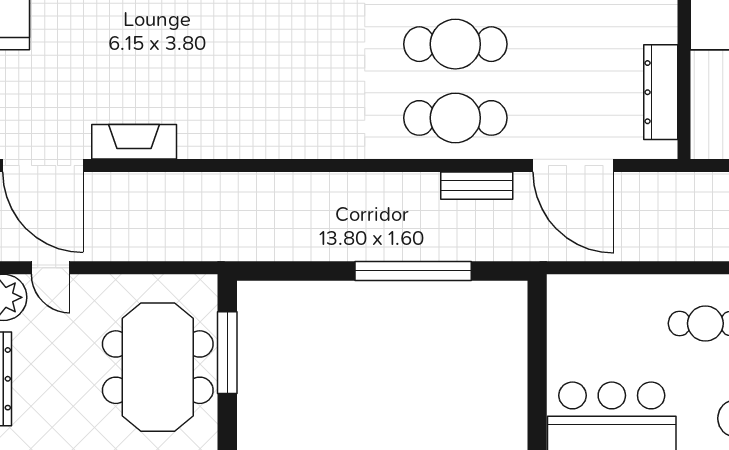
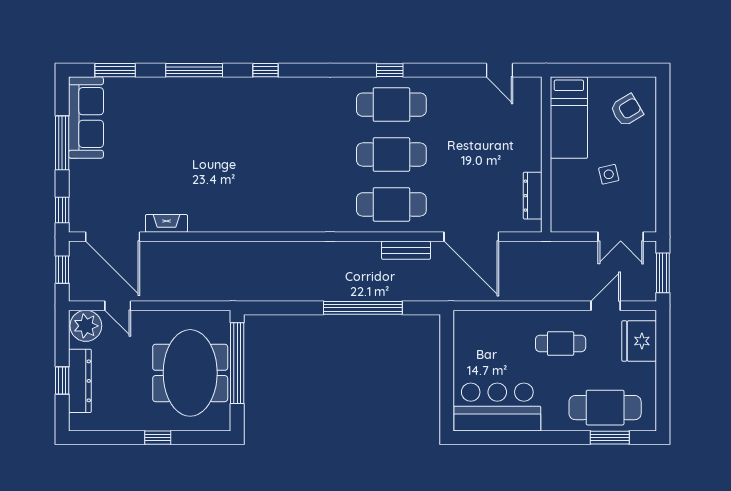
dresser: (661, 92) -> (533, 196), width x0.73, depth x0.80
fireplace: (134, 142) -> (166, 223), width x0.73, depth x0.76
window: (227, 353) -> (237, 363), width x1.46

